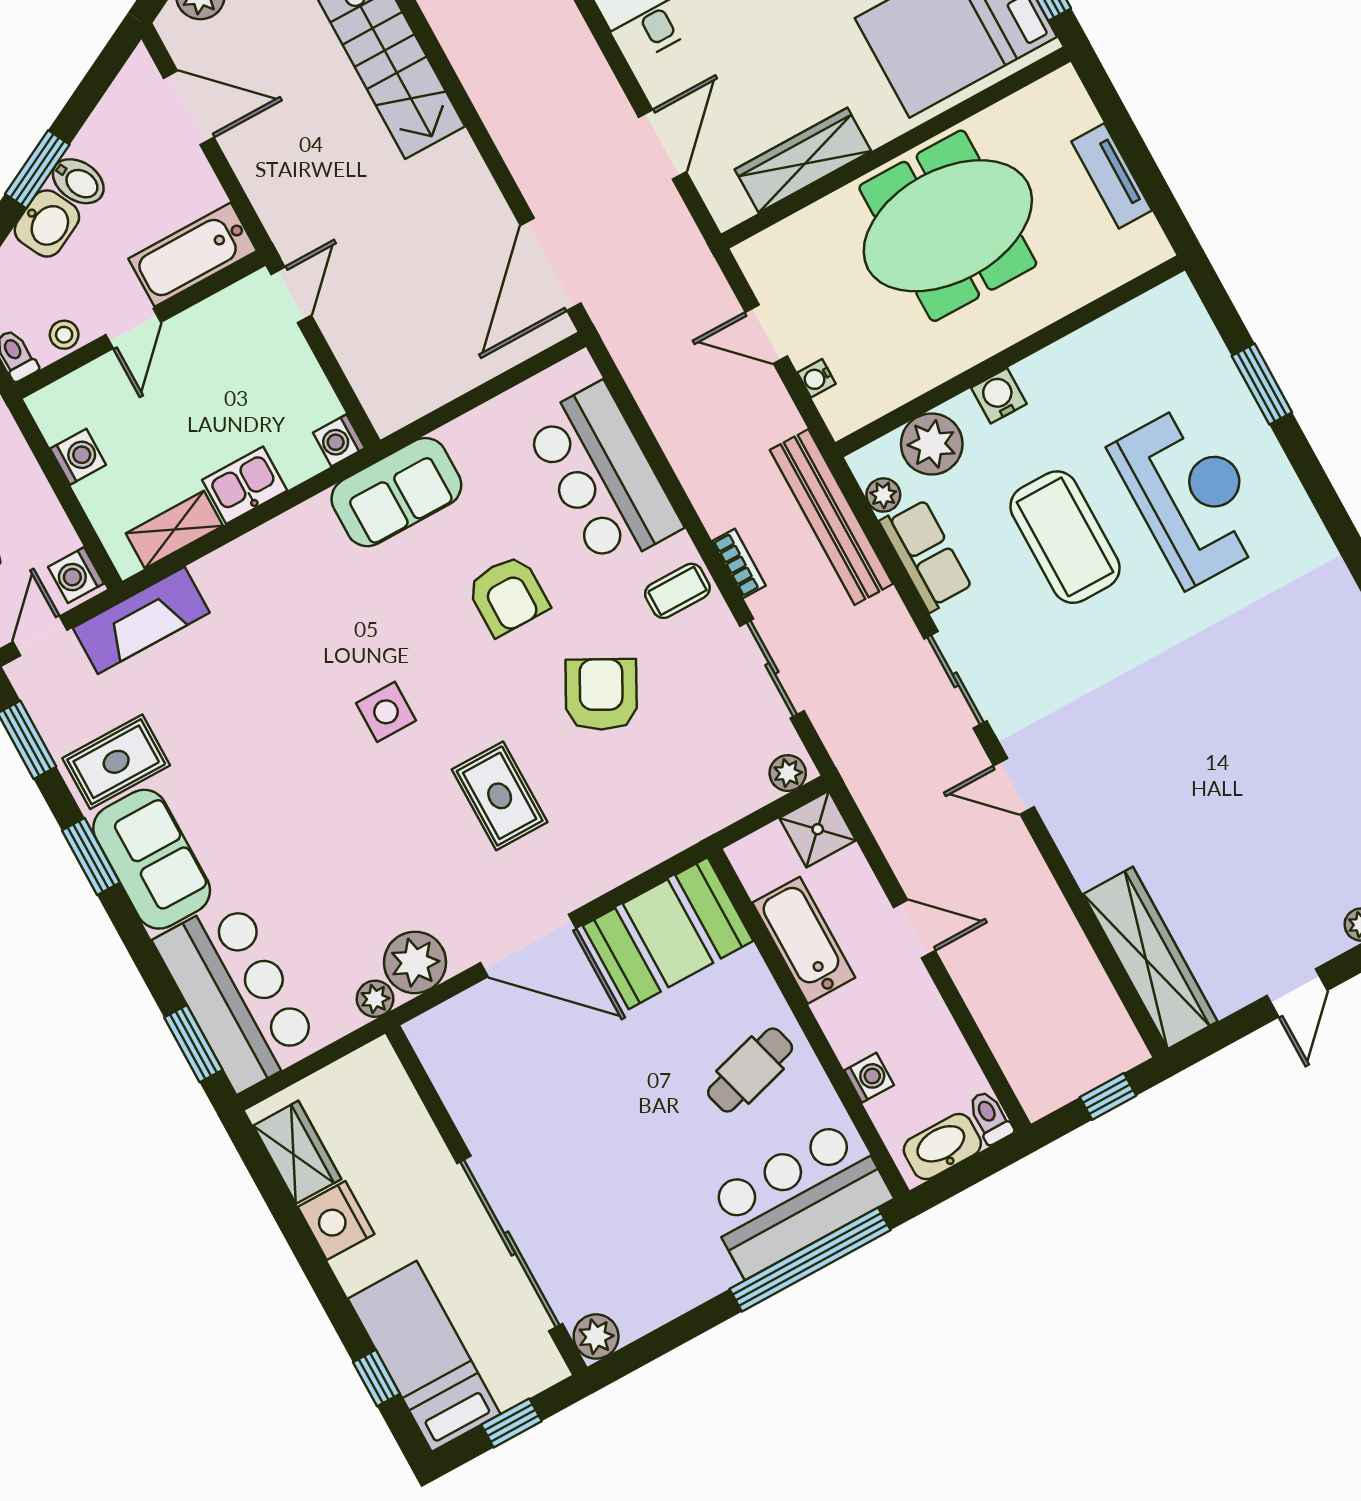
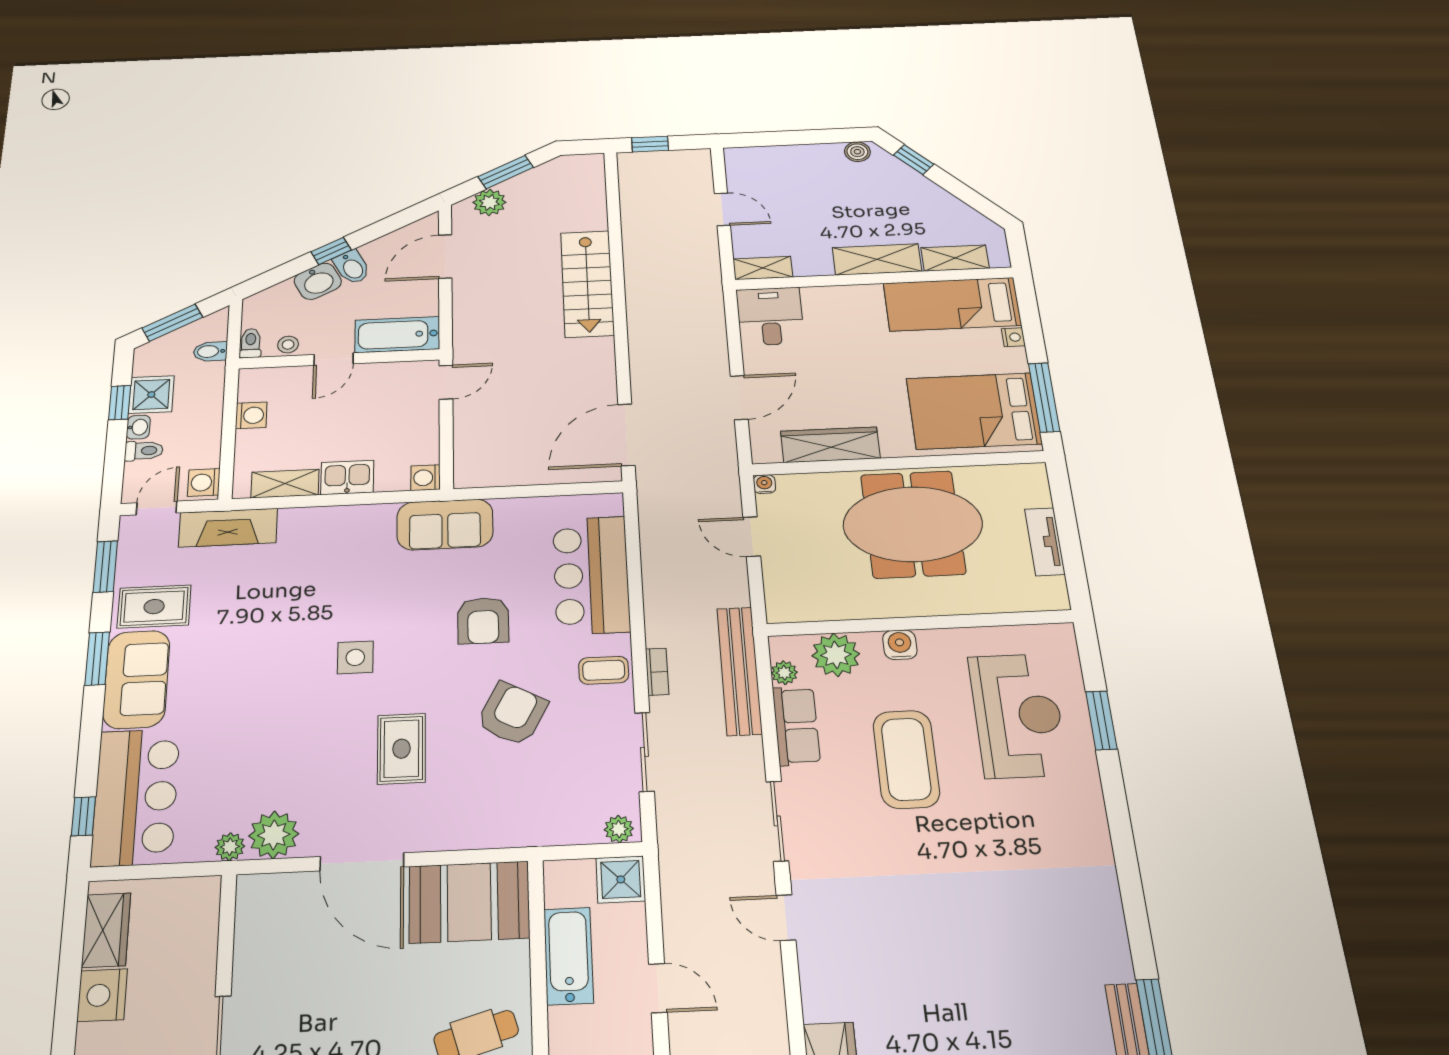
door: (189, 108) -> (445, 256), swing flipped
window: (37, 169) -> (331, 251), width x0.67
water cooler: (817, 378) -> (764, 484), moved, turned 90
reception desk: (1191, 495) -> (1018, 715), moved
window: (193, 1044) -> (83, 816), width x0.67

